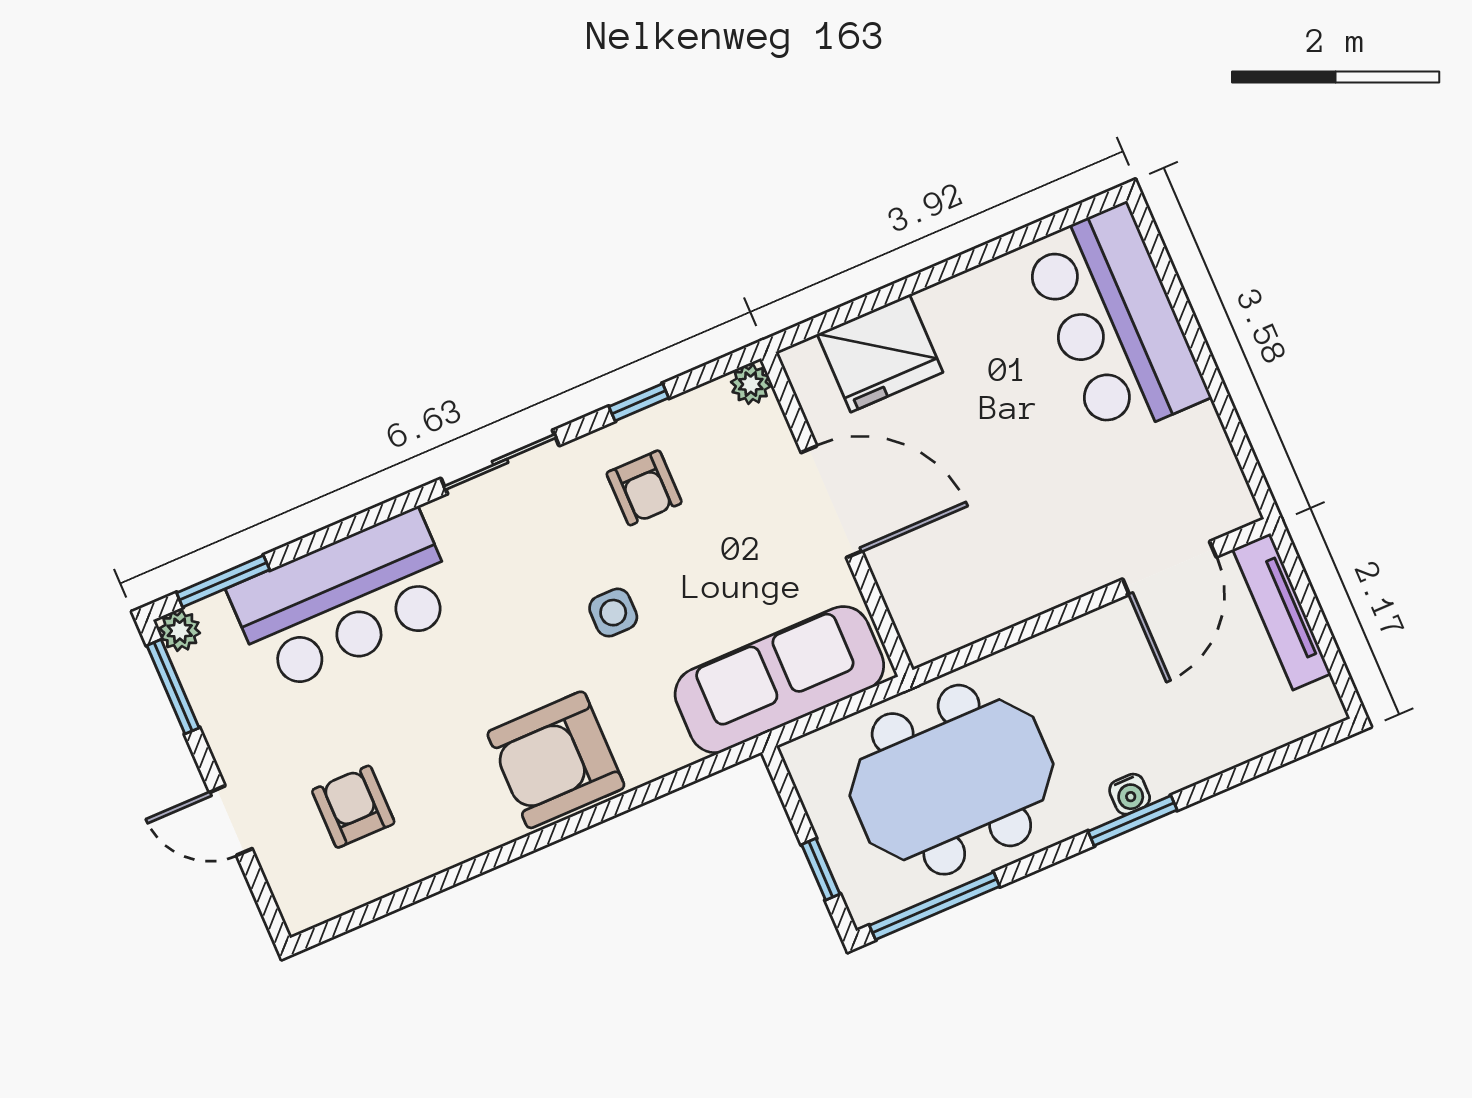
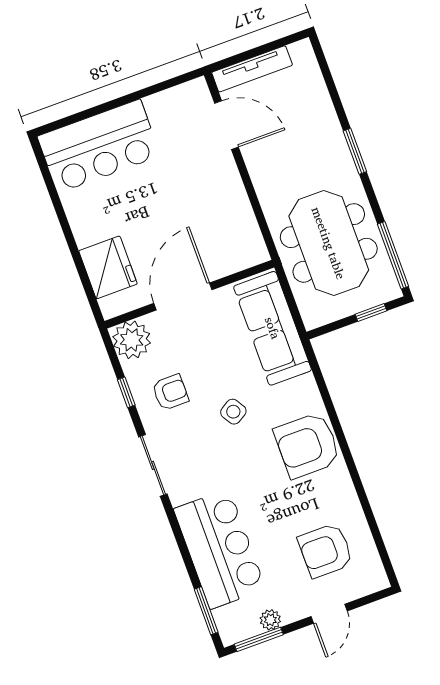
plant: (751, 384) -> (132, 340), width x1.87, depth x1.87
side table: (613, 613) -> (233, 412), turned -32
plant: (180, 631) -> (270, 620), moved
armchair: (556, 760) -> (307, 445), turned 90
water cooler: (1130, 794) -> (341, 152), removed
armchair: (353, 807) -> (325, 551), width x1.38, depth x1.38

